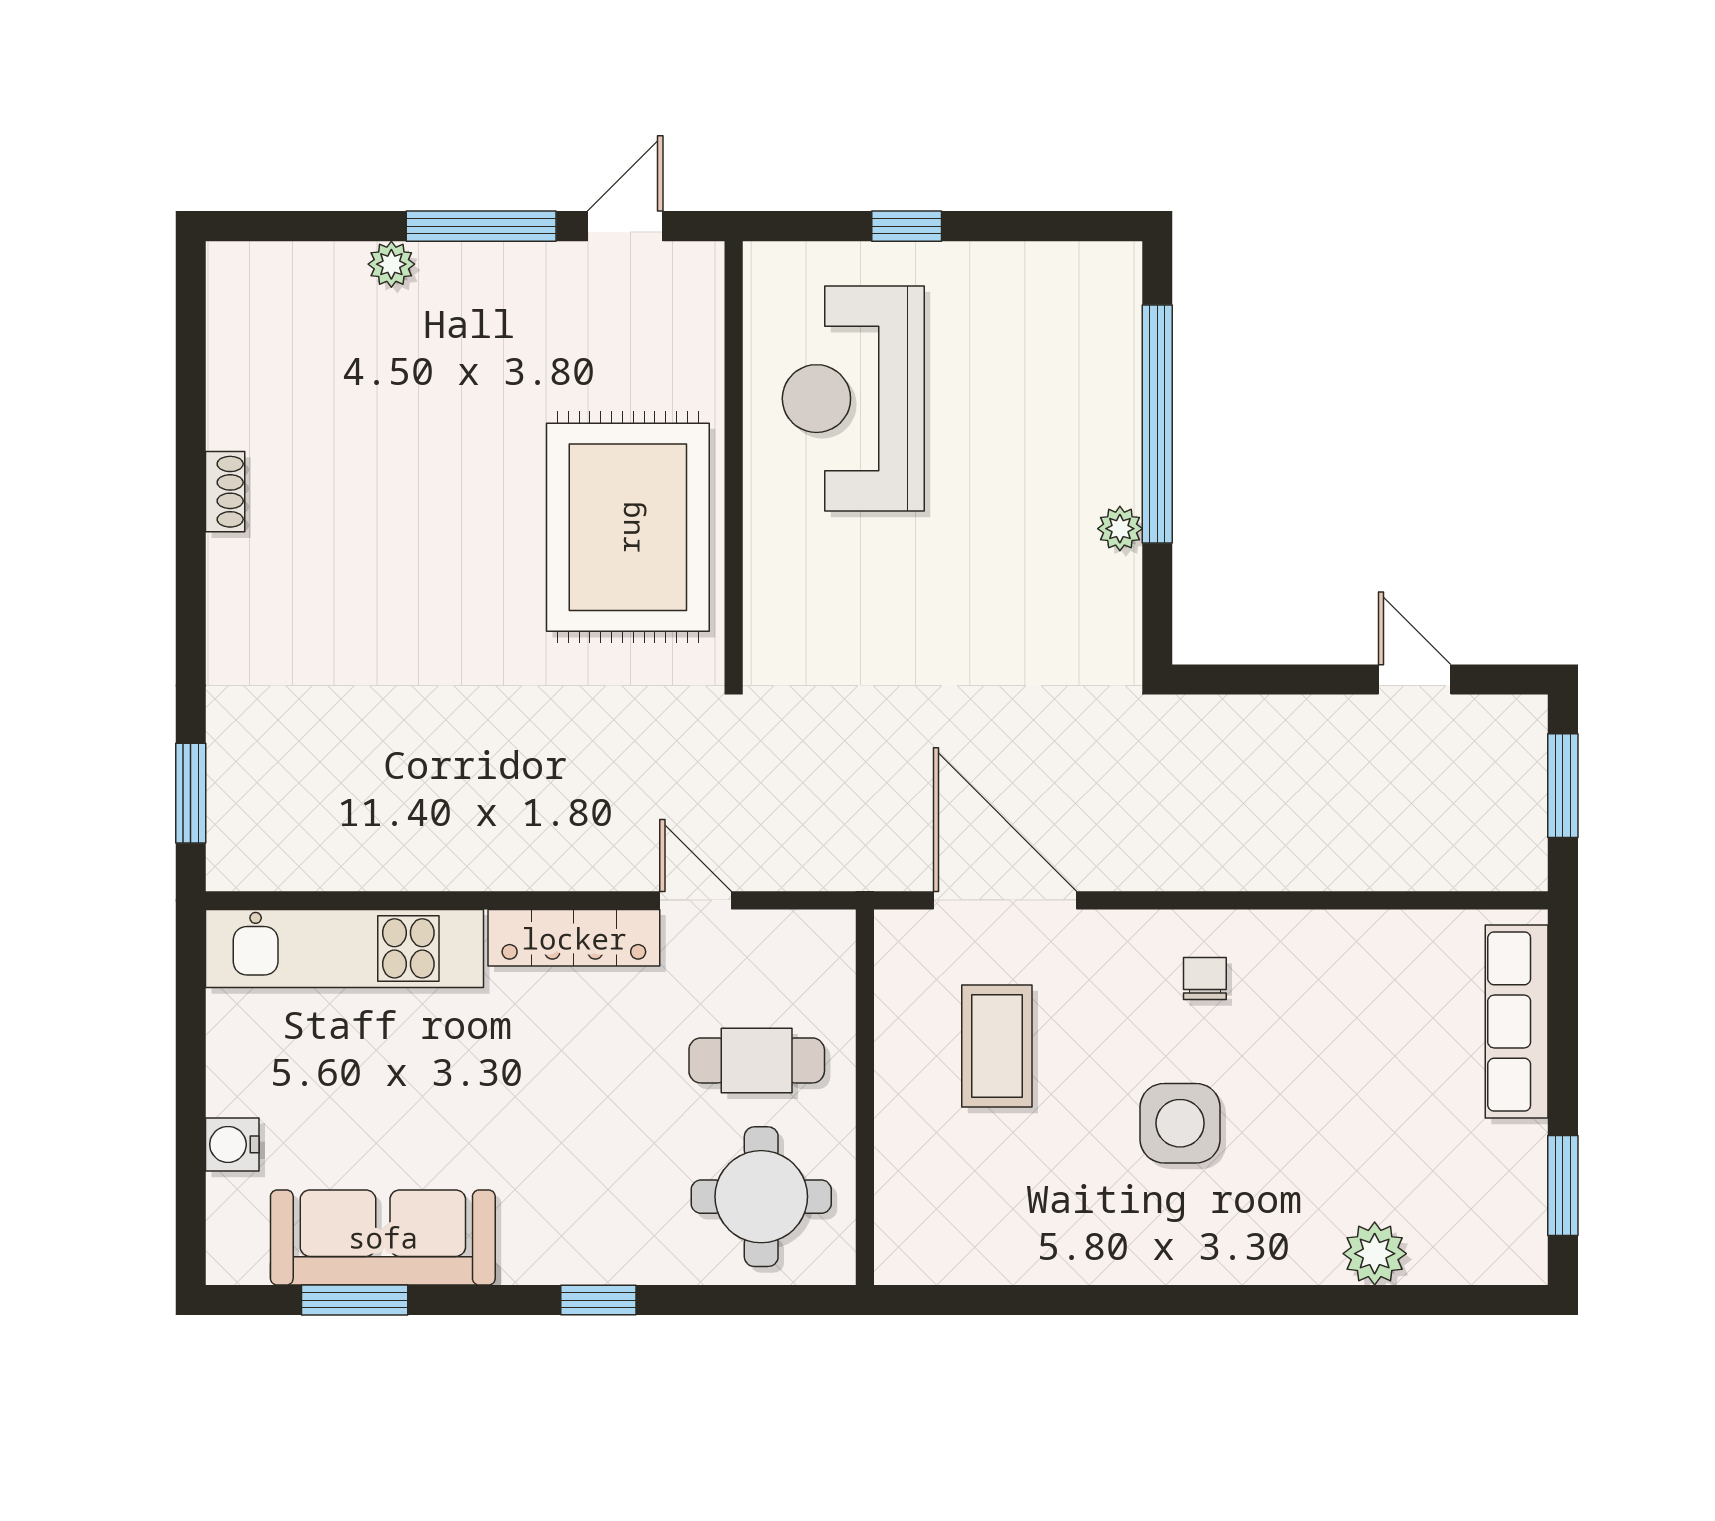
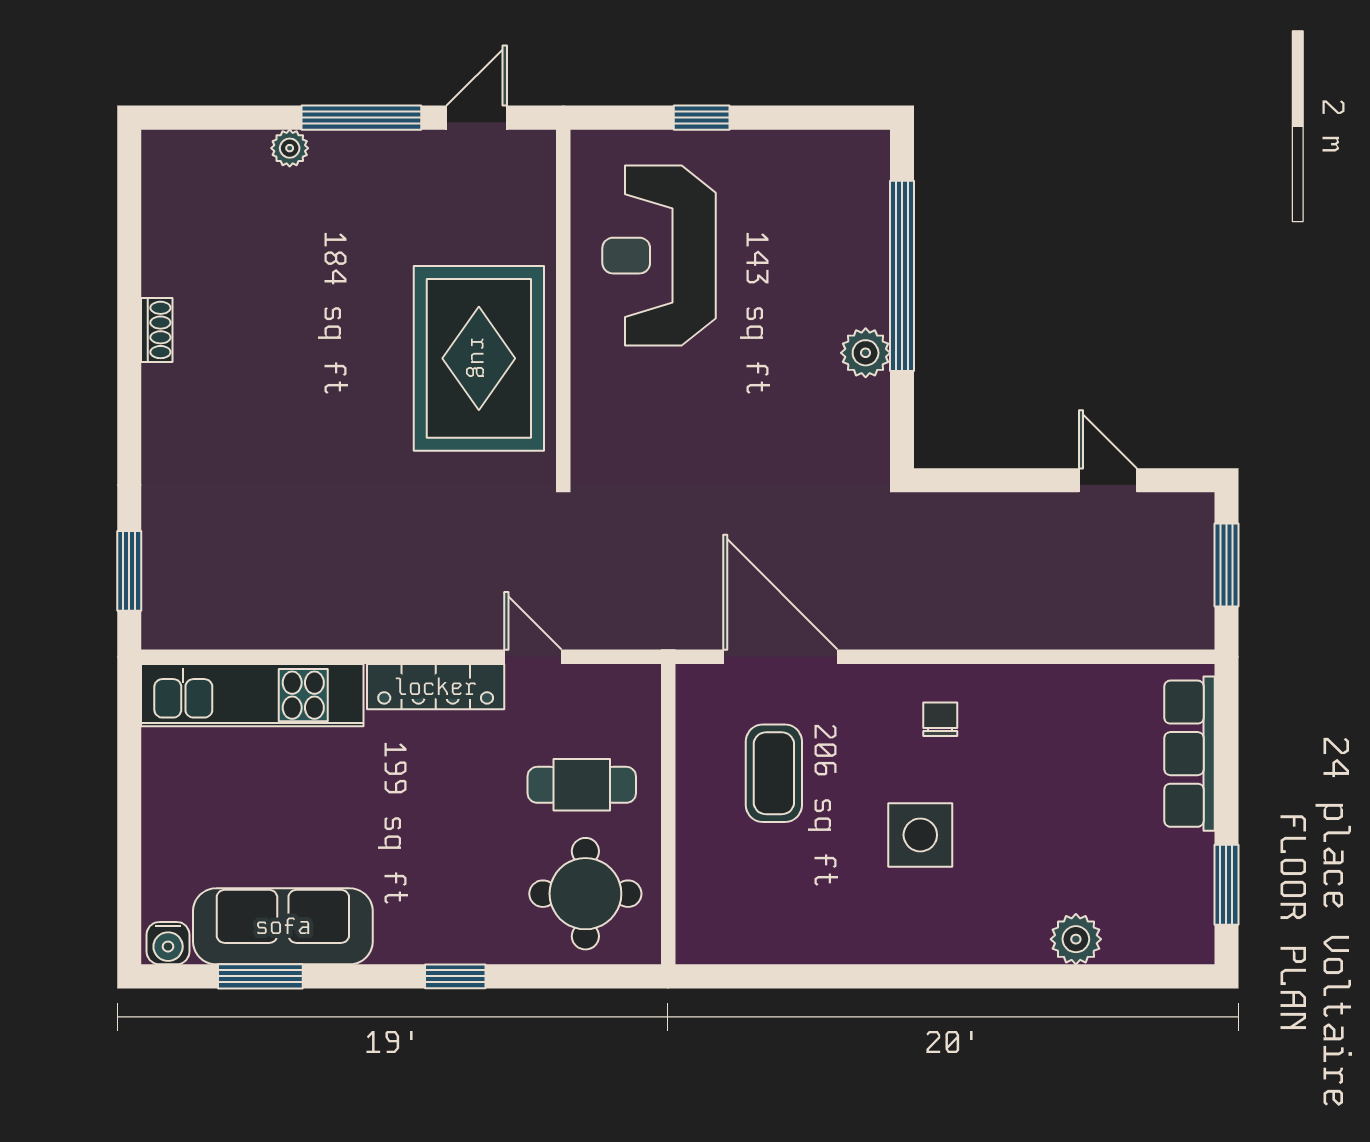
plant: (1120, 529) -> (866, 353), width x1.38, depth x1.38
water cooler: (232, 1144) -> (168, 943), moved, turned -90

